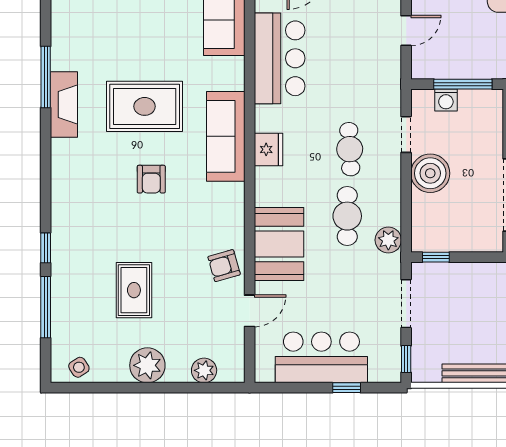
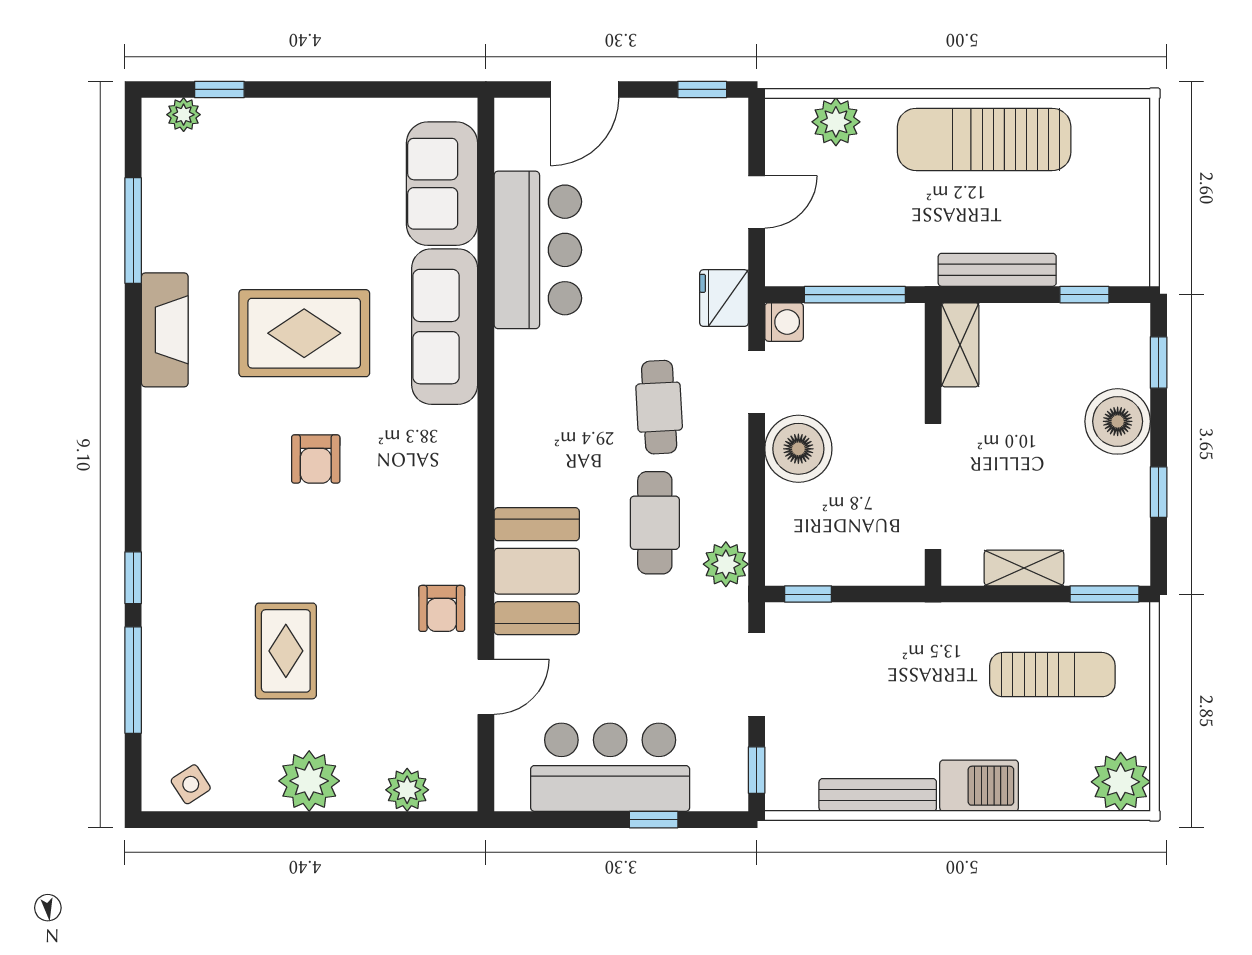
window: (46, 77) -> (133, 231), moved
washing machine: (446, 100) -> (784, 322), moved, turned -90
sofa: (226, 136) -> (445, 327), moved
fridge: (268, 149) -> (724, 298), moved, turned 180
armchair: (224, 266) -> (442, 608), turned -74

